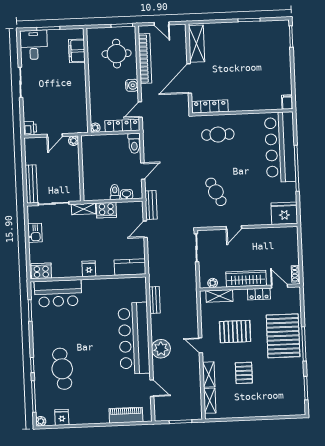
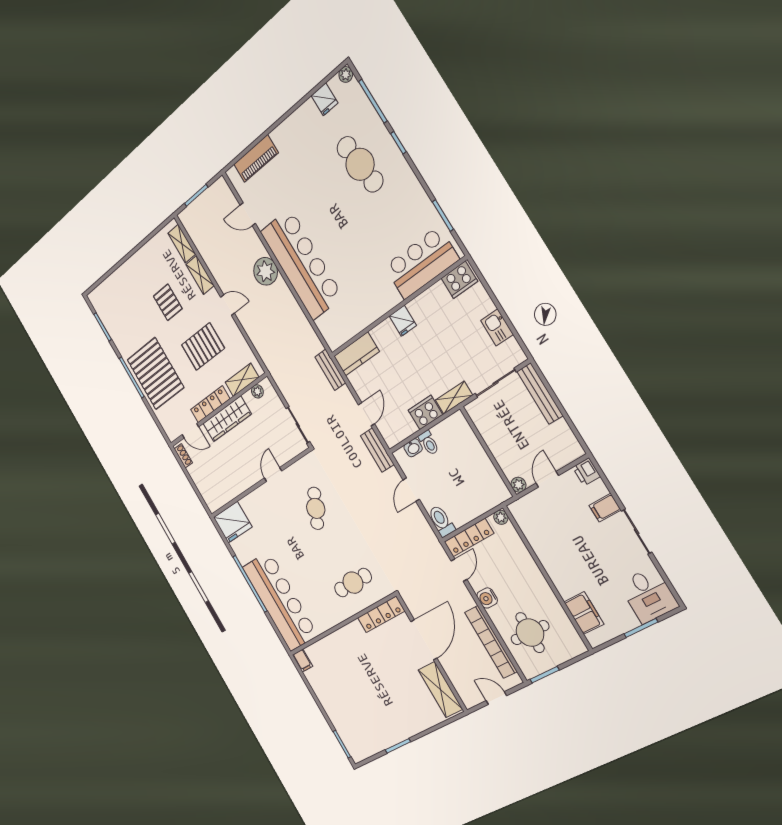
filing cabinet: (31, 104) -> (605, 508), added
cafe table: (216, 192) -> (316, 508), turned 56
locker: (259, 294) -> (210, 404), width x1.53
bench: (155, 300) -> (330, 370), moved

